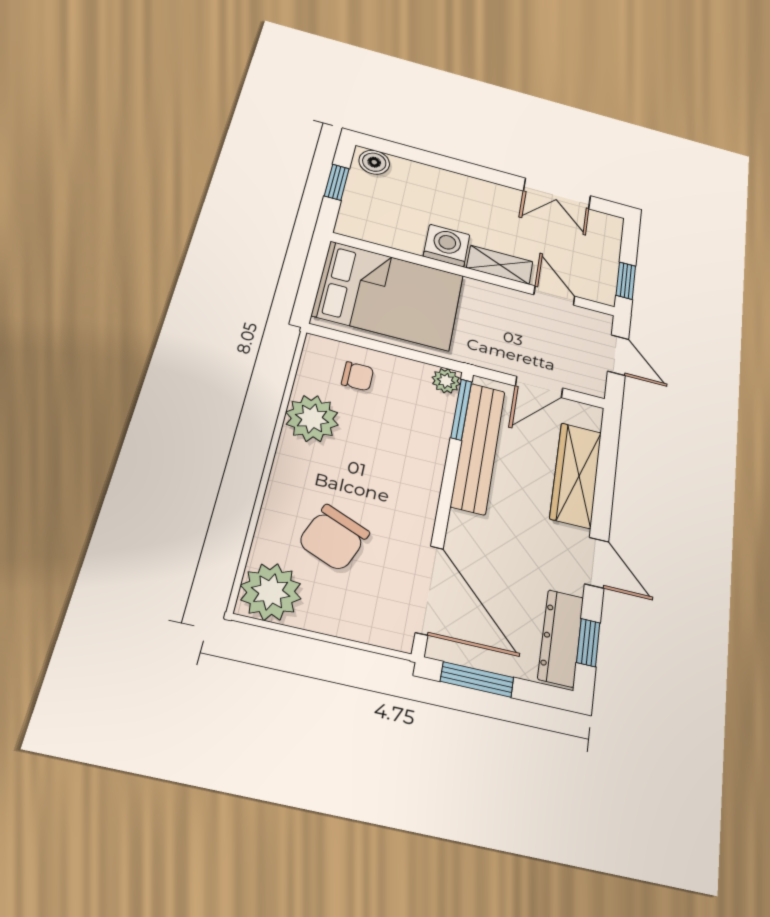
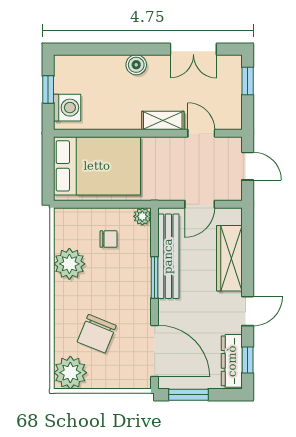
boiler: (374, 162) -> (136, 65), moved
washing machine: (447, 246) -> (67, 108), moved, turned 90
window: (626, 281) -> (248, 81), moved
chair: (358, 376) -> (108, 239), moved
window: (461, 409) -> (155, 277), moved
door: (597, 563) -> (248, 311), hinge flipped

